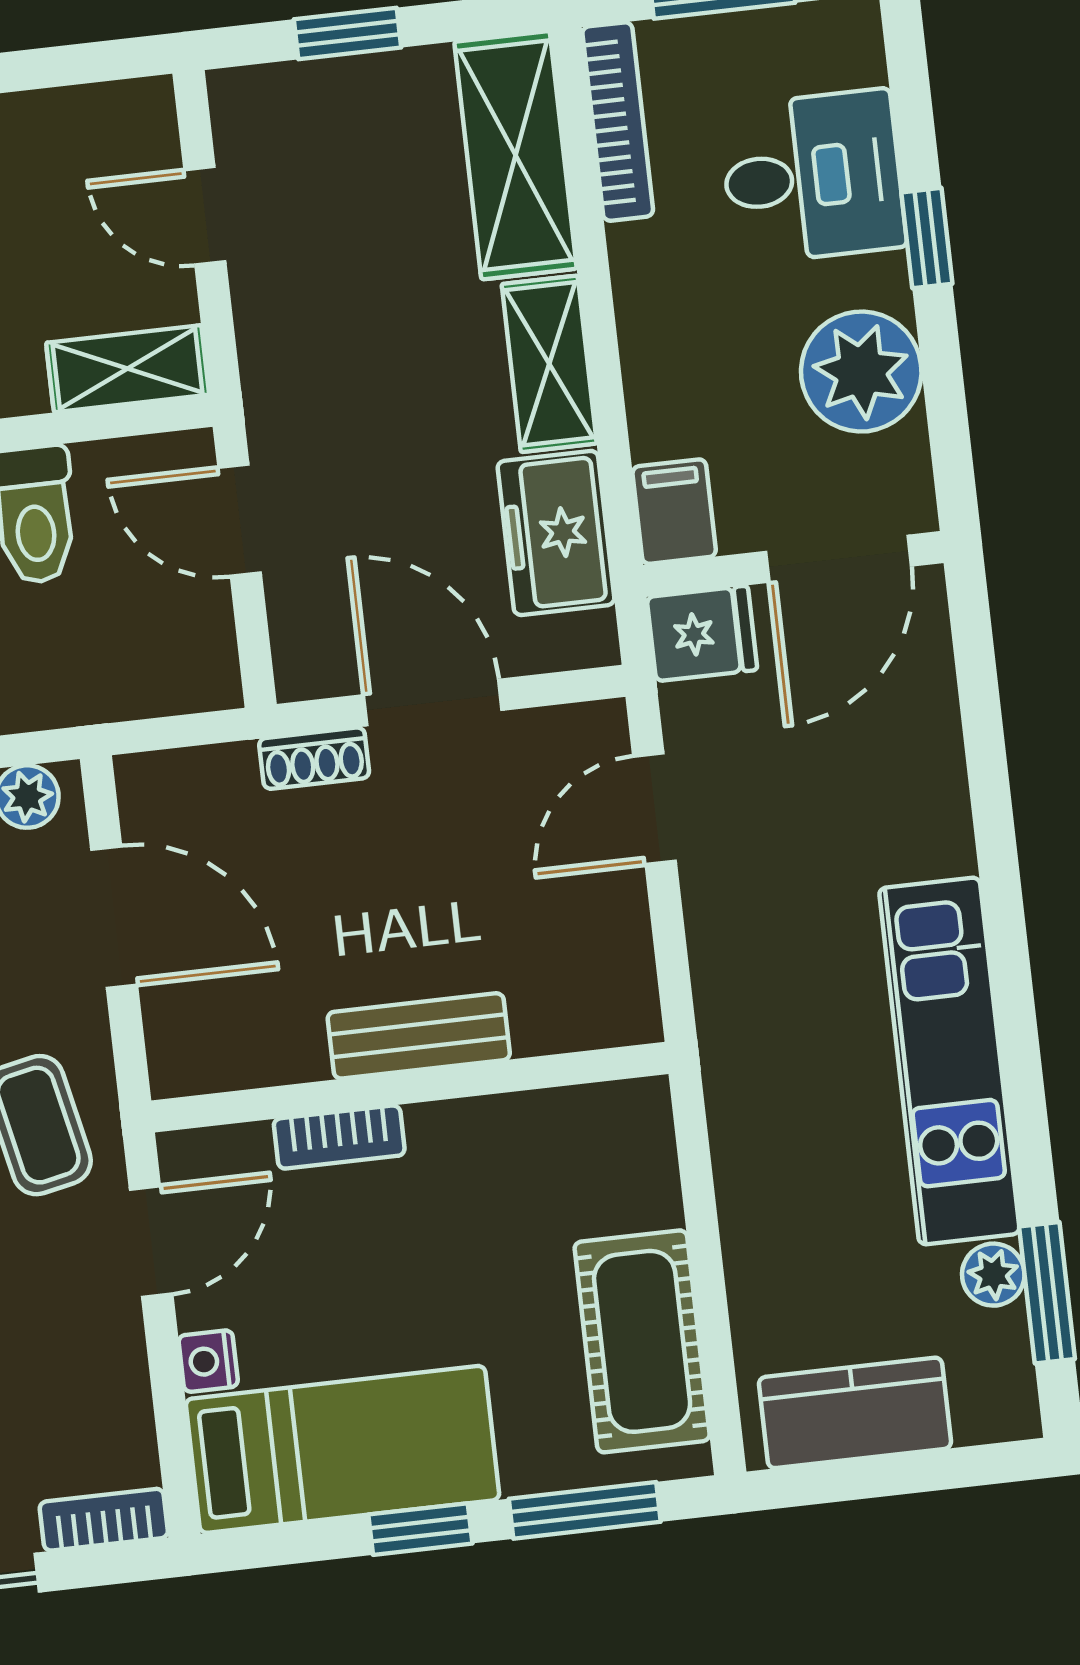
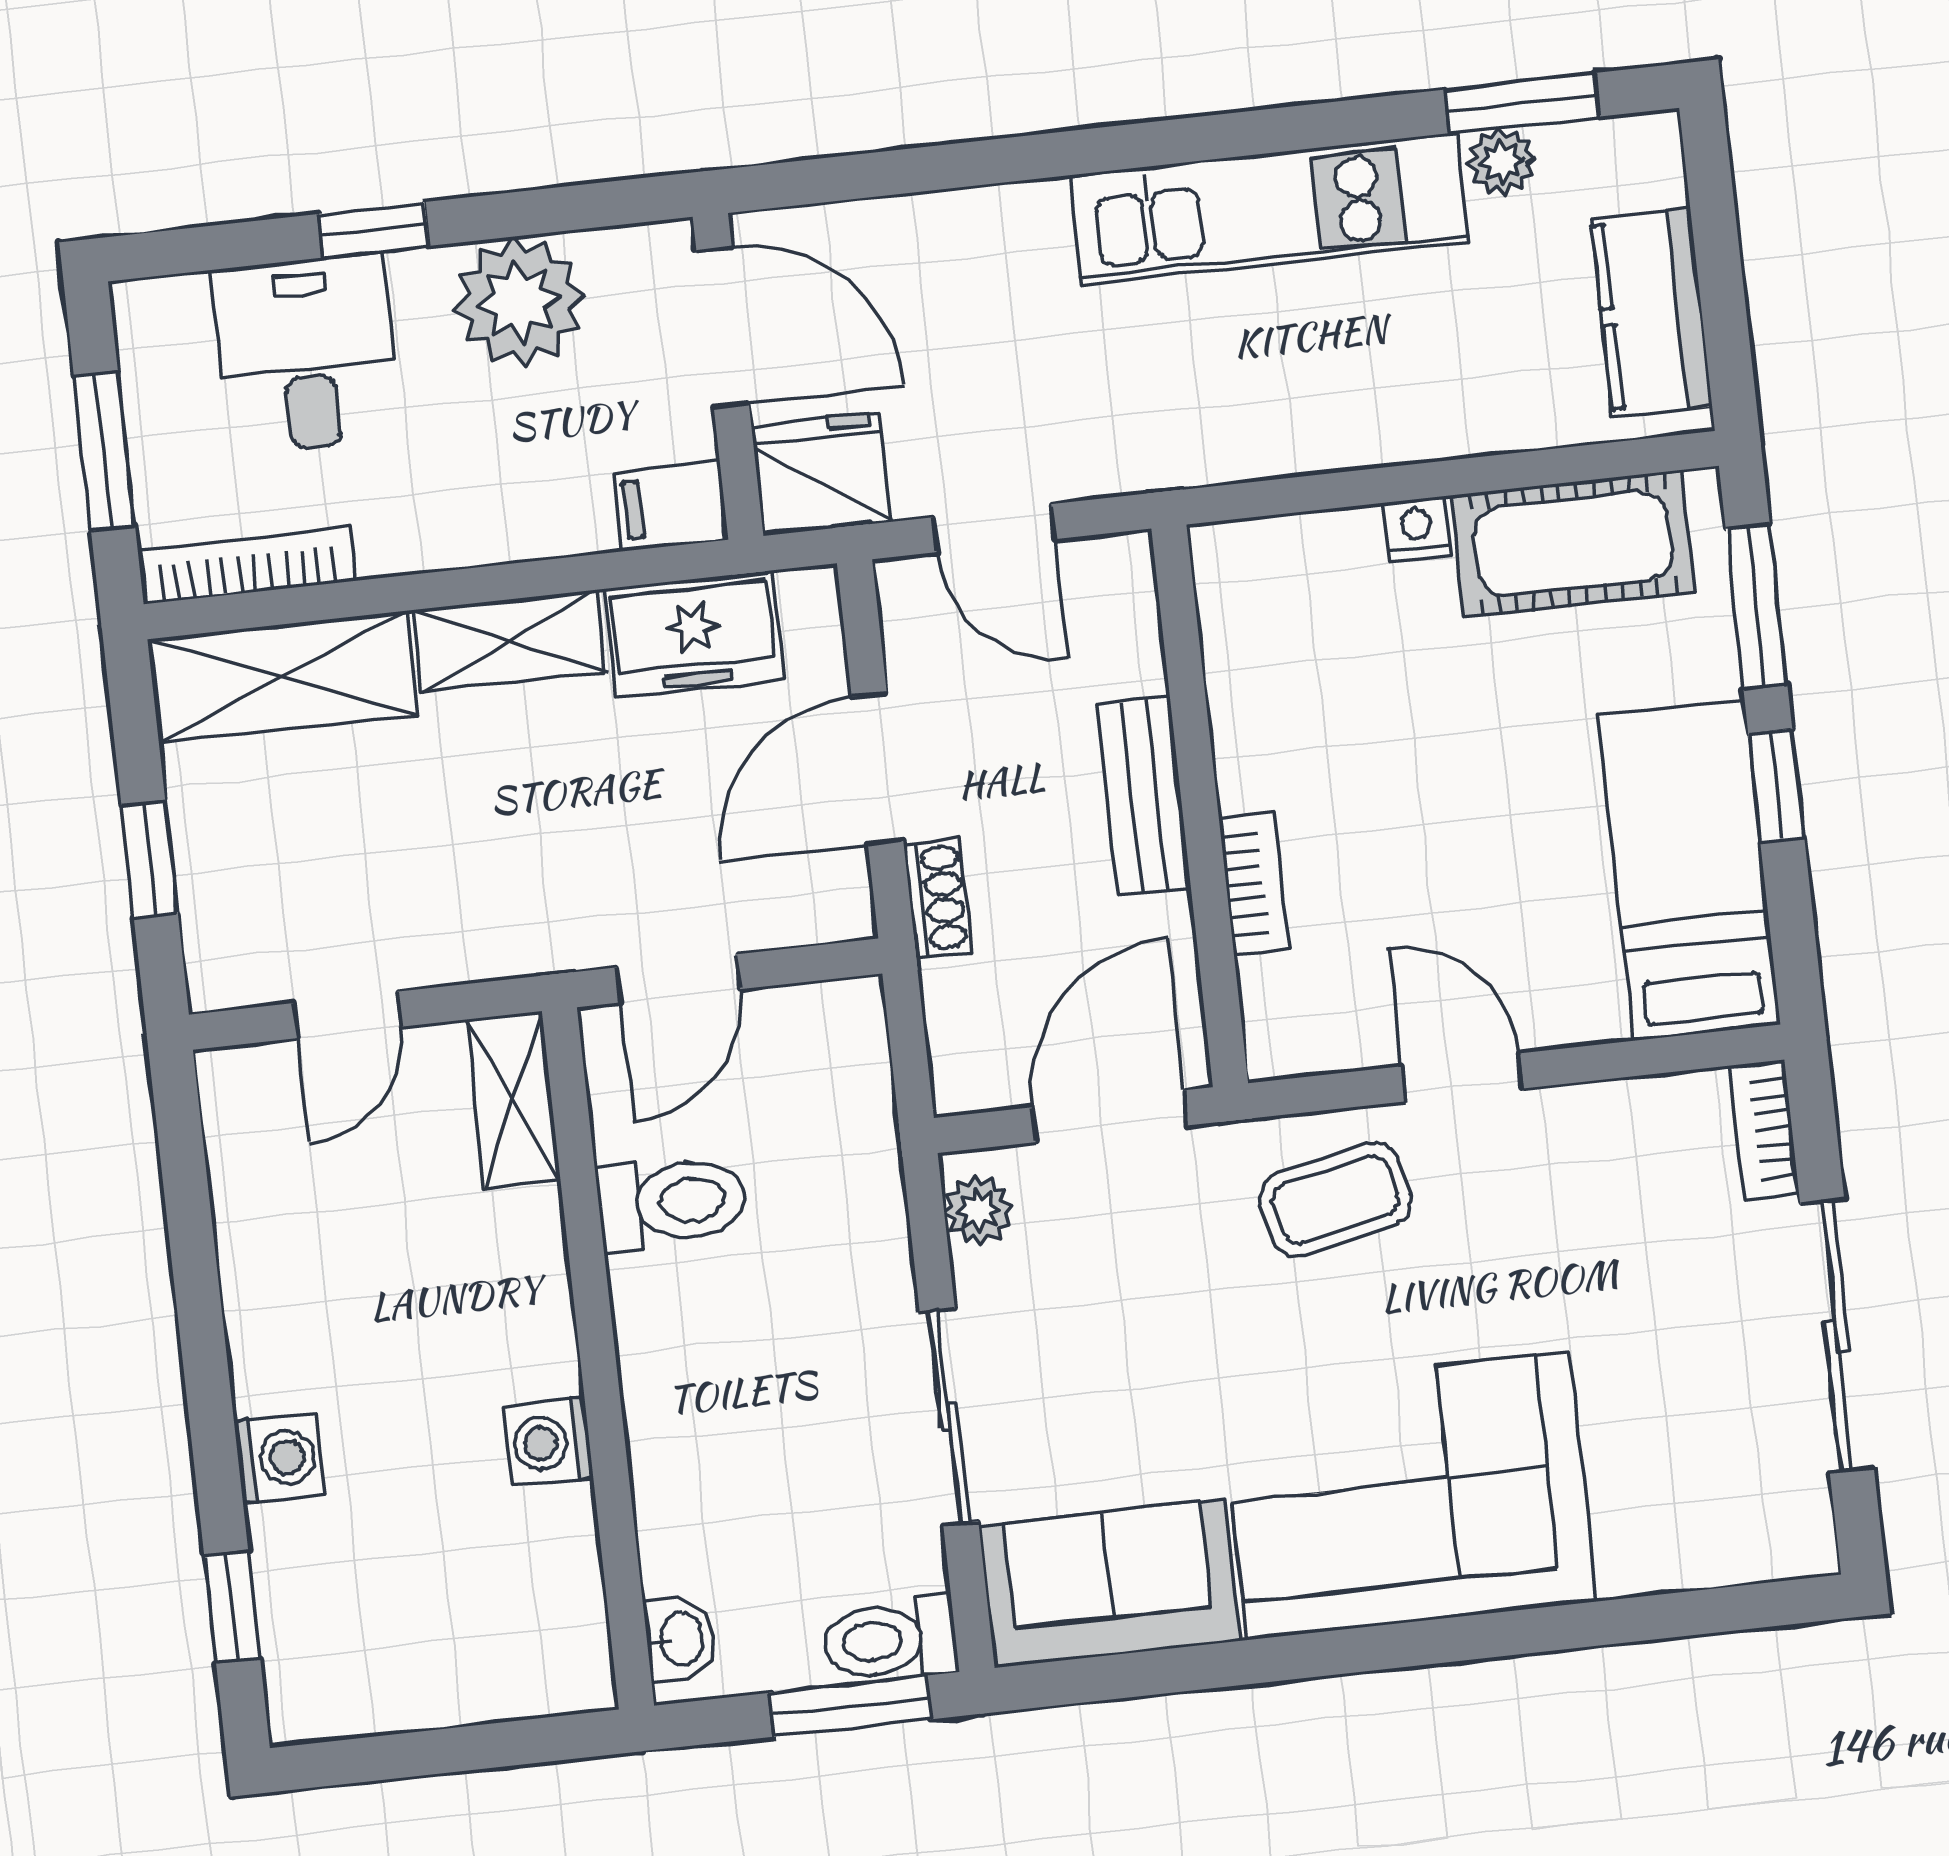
fridge: (702, 633) -> (821, 474), width x1.38
bench: (419, 1036) -> (1144, 796), moved
wall: (410, 1087) -> (1200, 806), moved
bookcase: (339, 1137) -> (1254, 883), moved
nightstand: (208, 1361) -> (1417, 529), moved, turned 180

